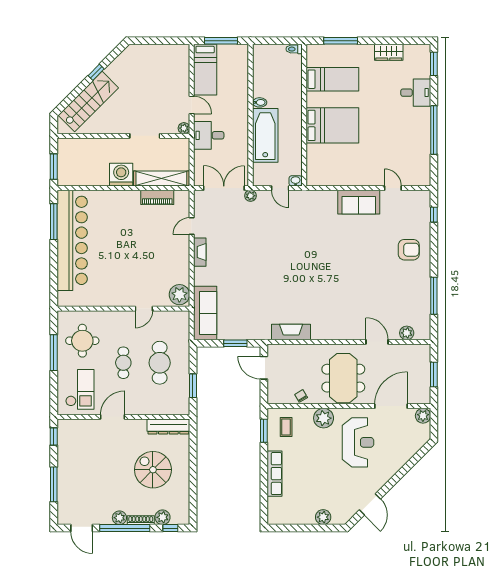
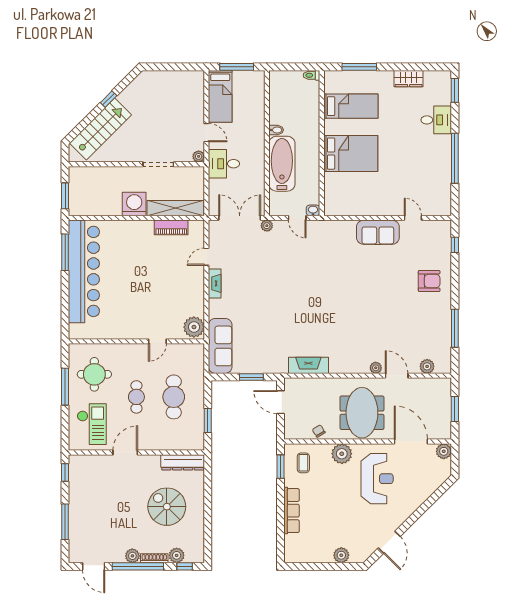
plant: (357, 334) -> (376, 368), added
door: (391, 406) -> (411, 442), hinge flipped

